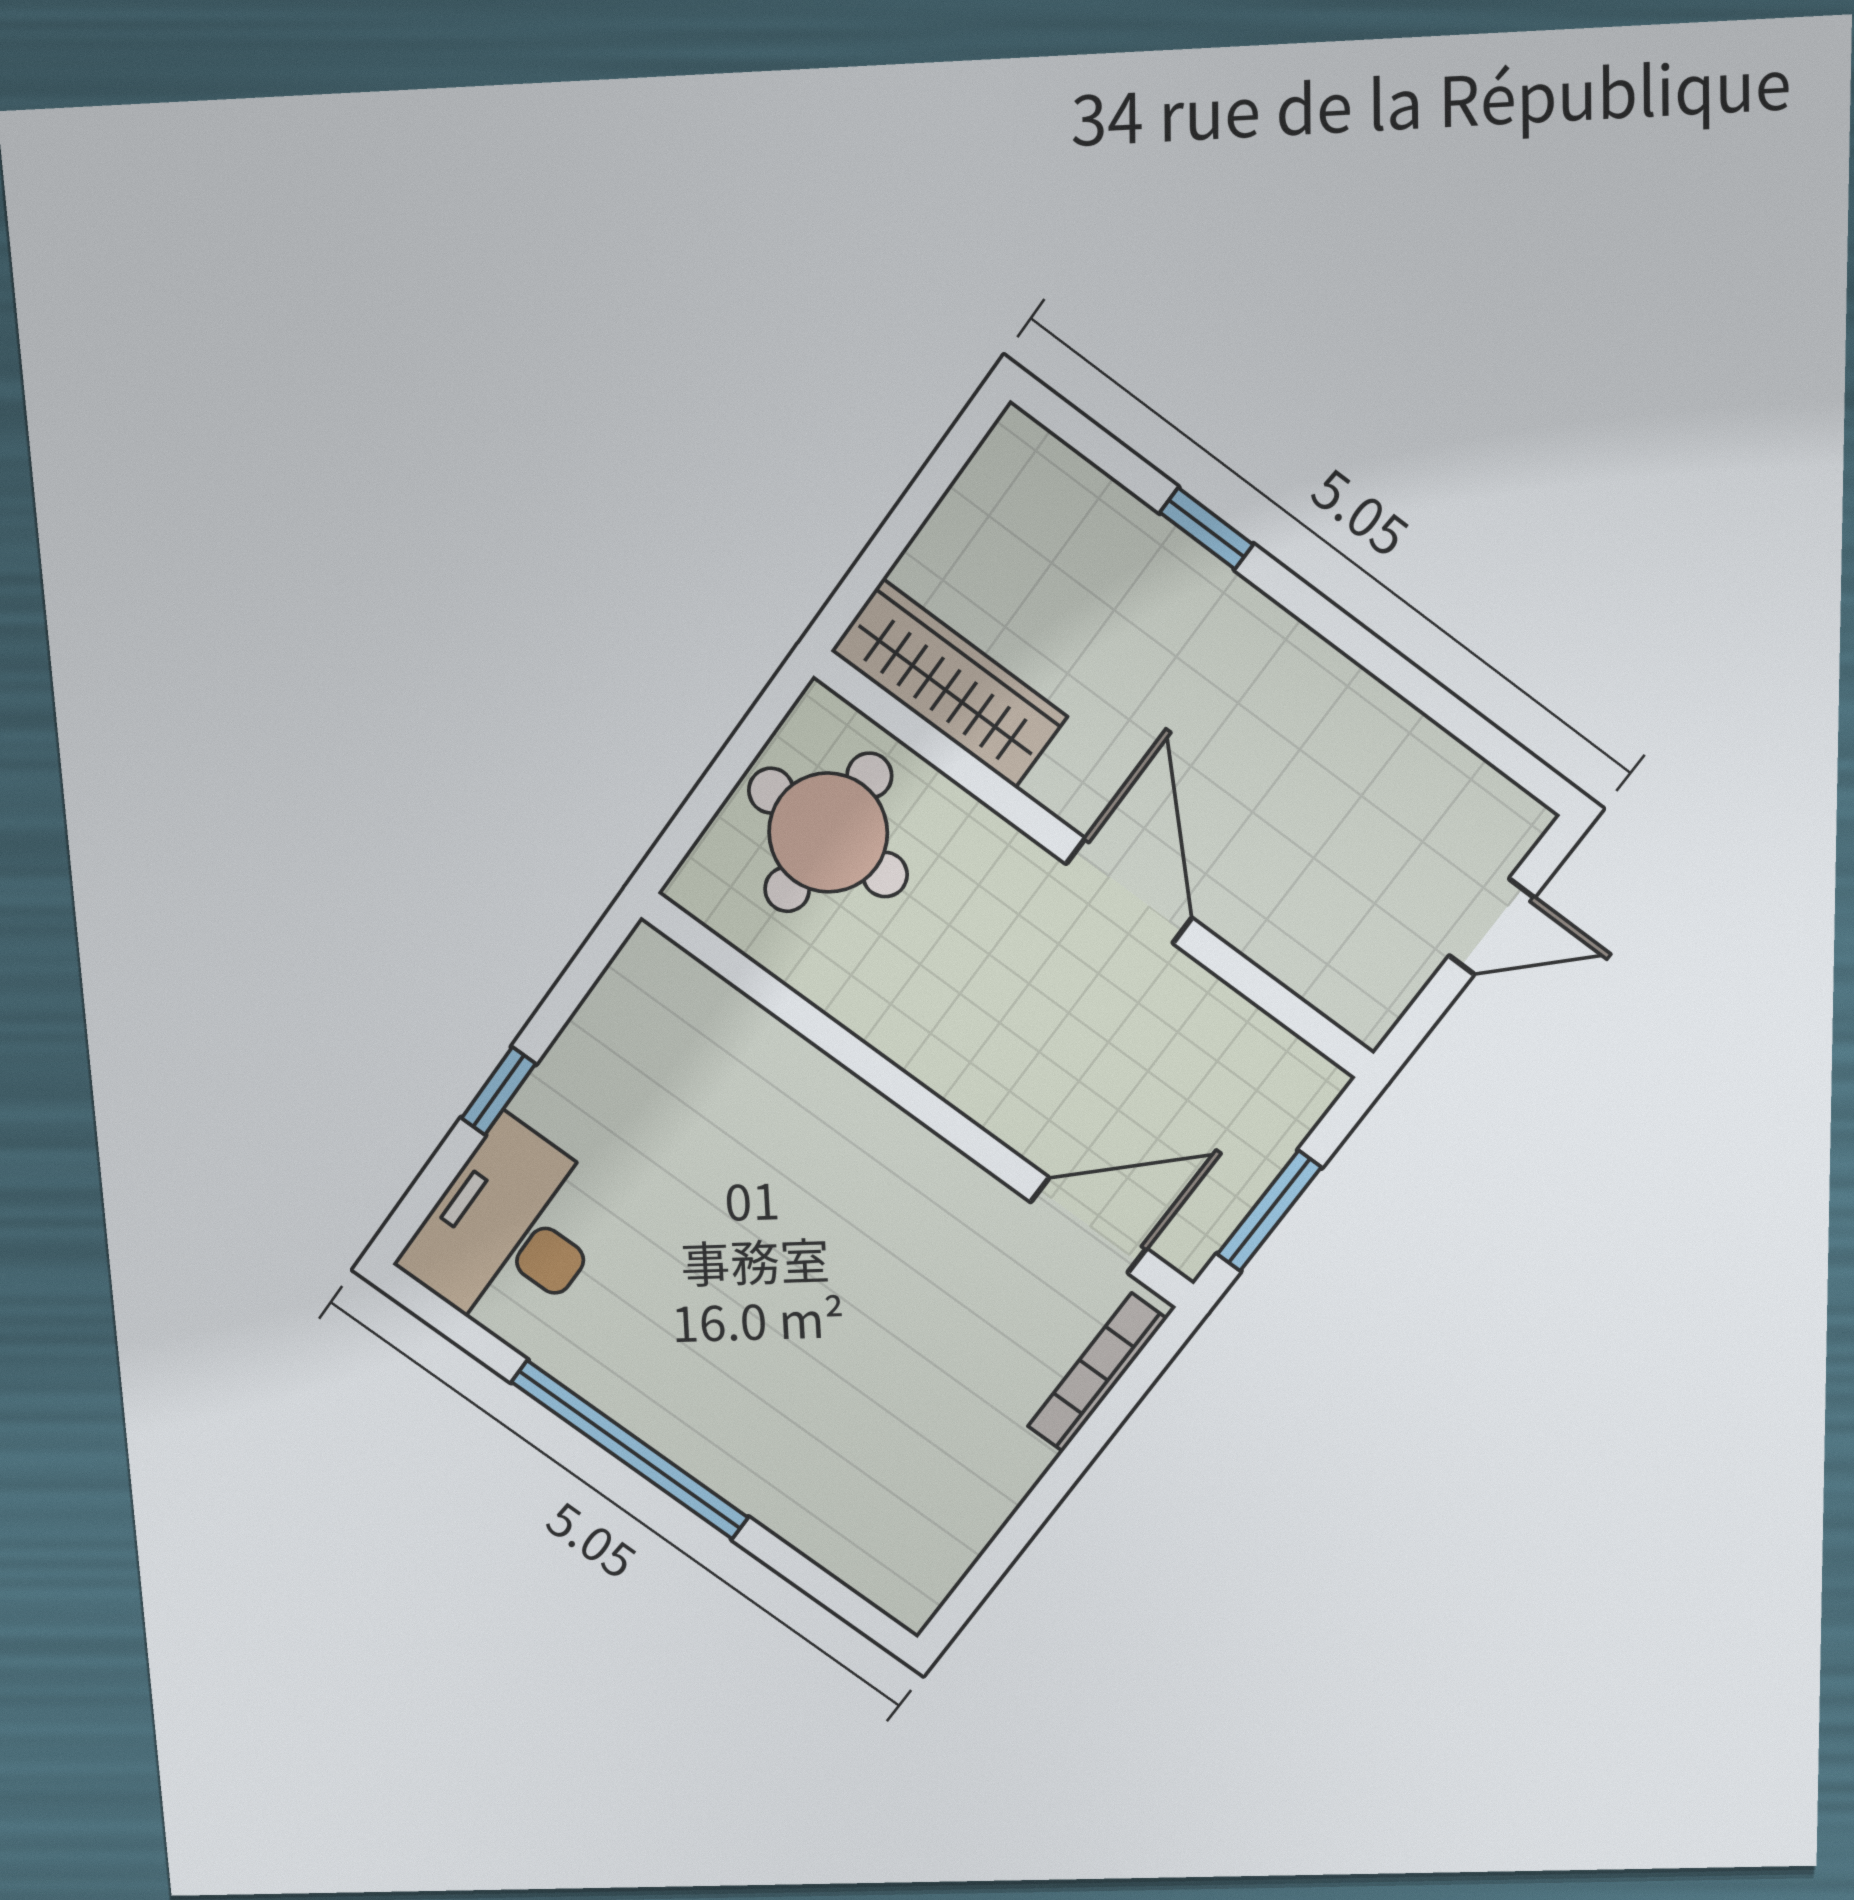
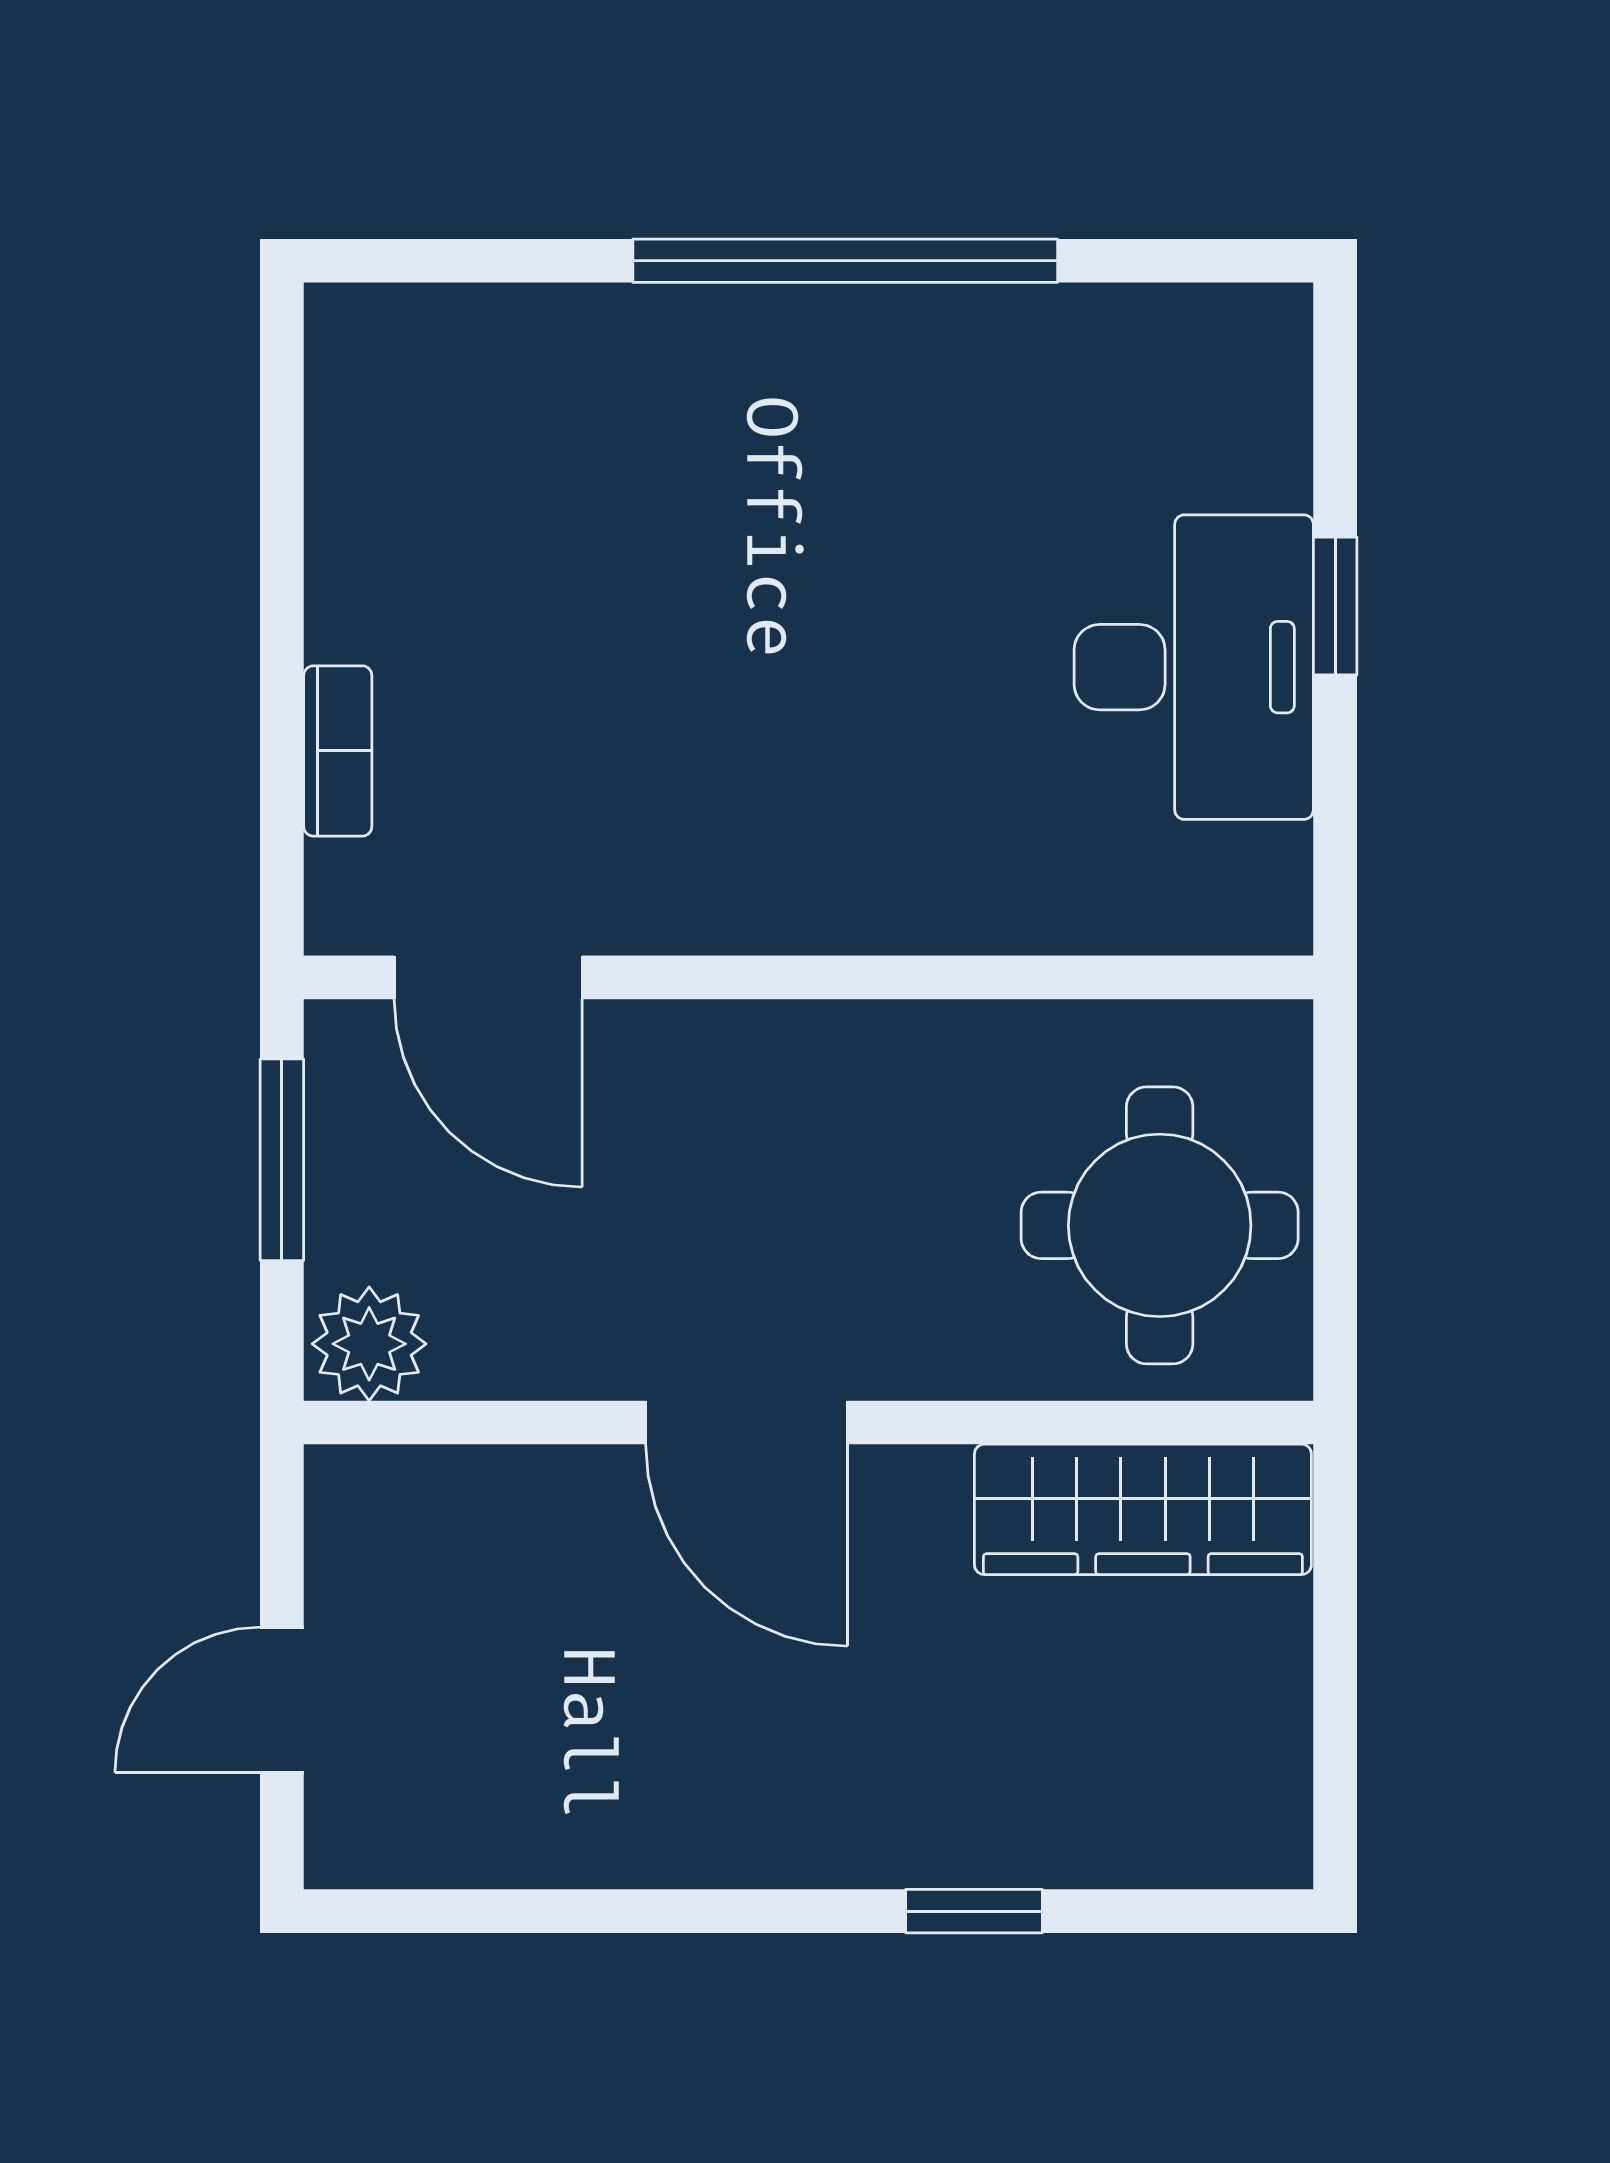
plant: (1298, 1081) -> (369, 1344), added
door: (1089, 1225) -> (488, 977), hinge flipped
desk: (511, 1233) -> (1194, 667), moved
bookcase: (1097, 1373) -> (338, 751), width x0.64

